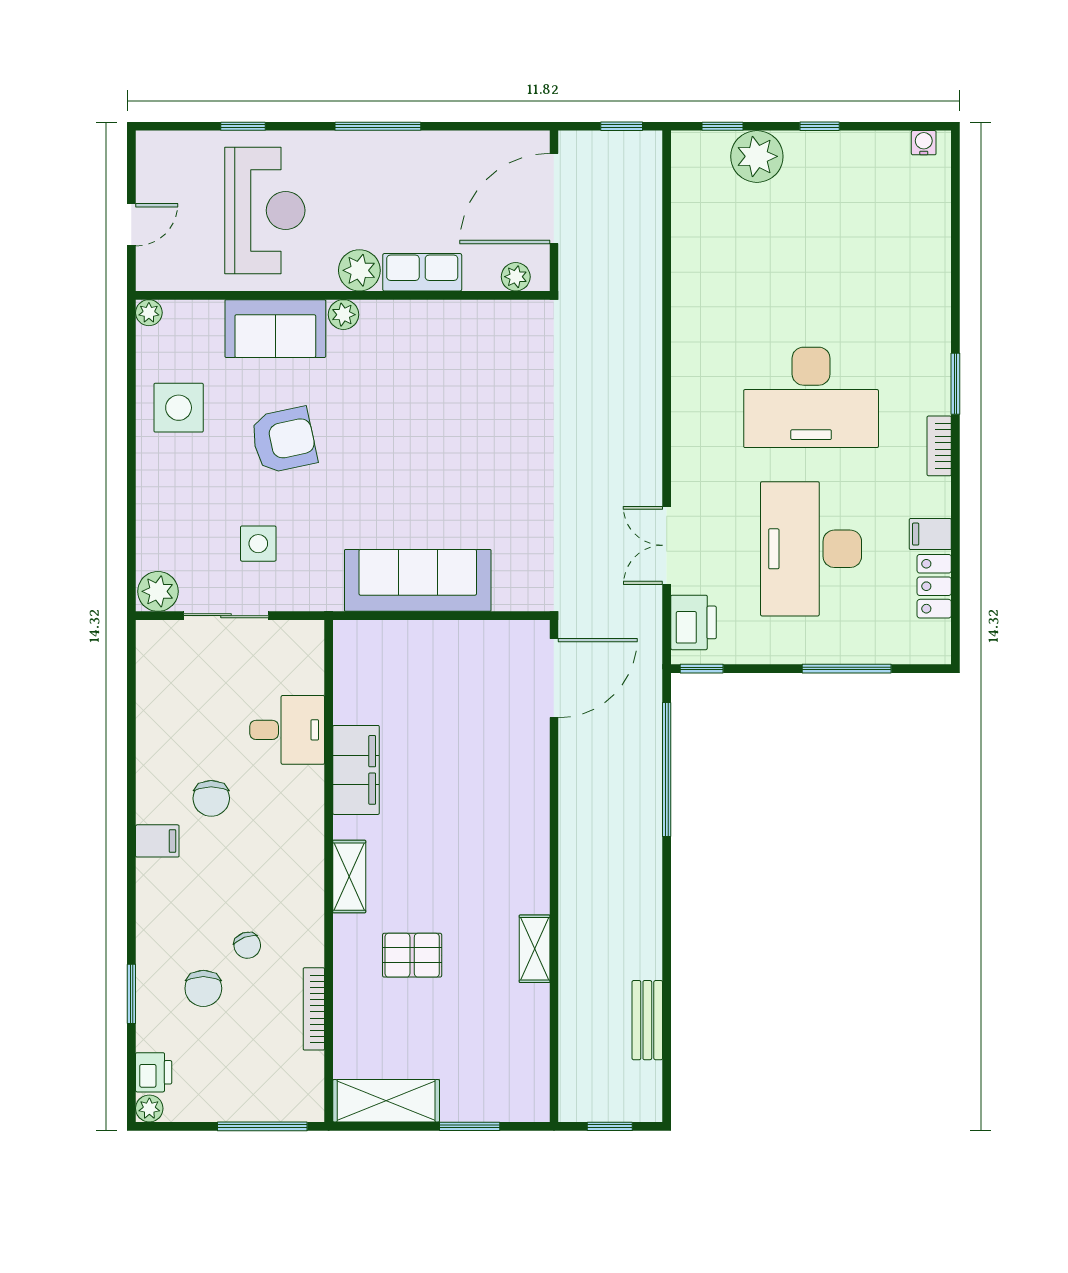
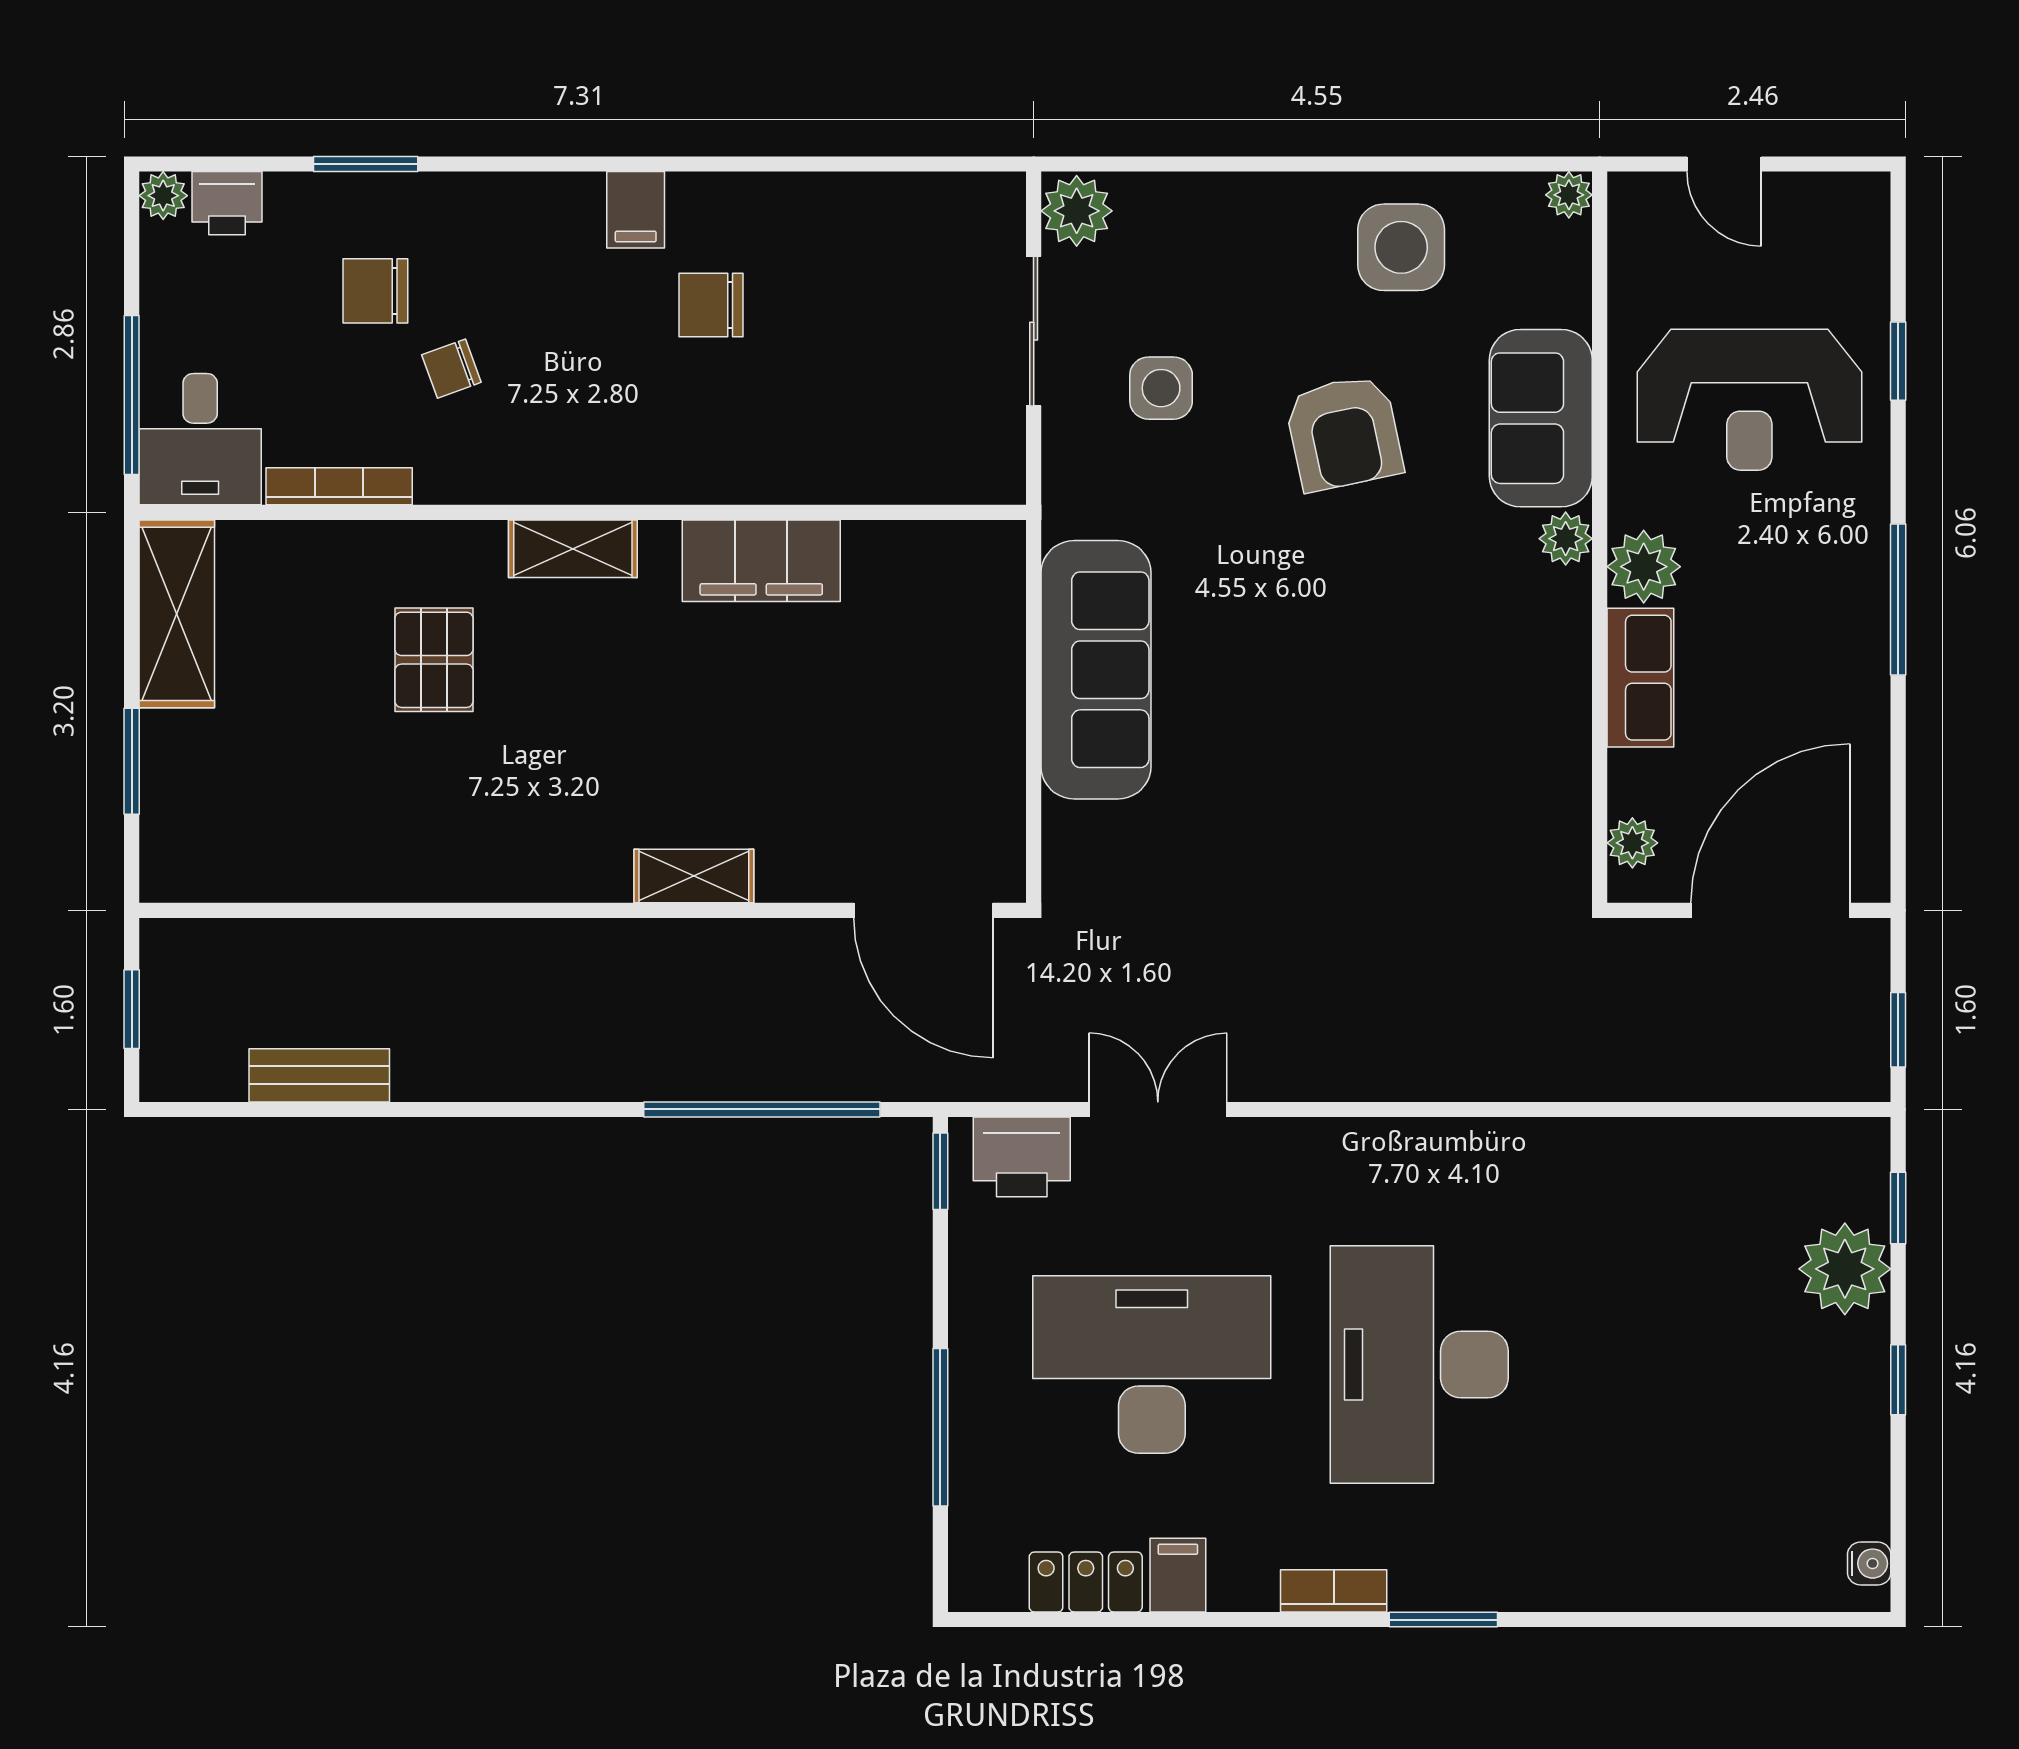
door: (554, 198) -> (1771, 910), hinge flipped
desk: (287, 730) -> (200, 439), moved
shelving: (535, 949) -> (694, 876), moved

